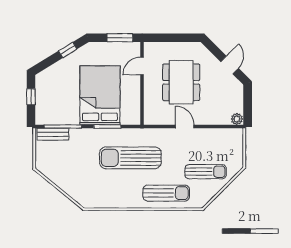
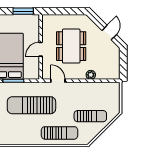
door: (142, 66) -> (41, 49), moved
plant: (237, 119) -> (91, 75), moved
door: (185, 127) -> (58, 81), moved

